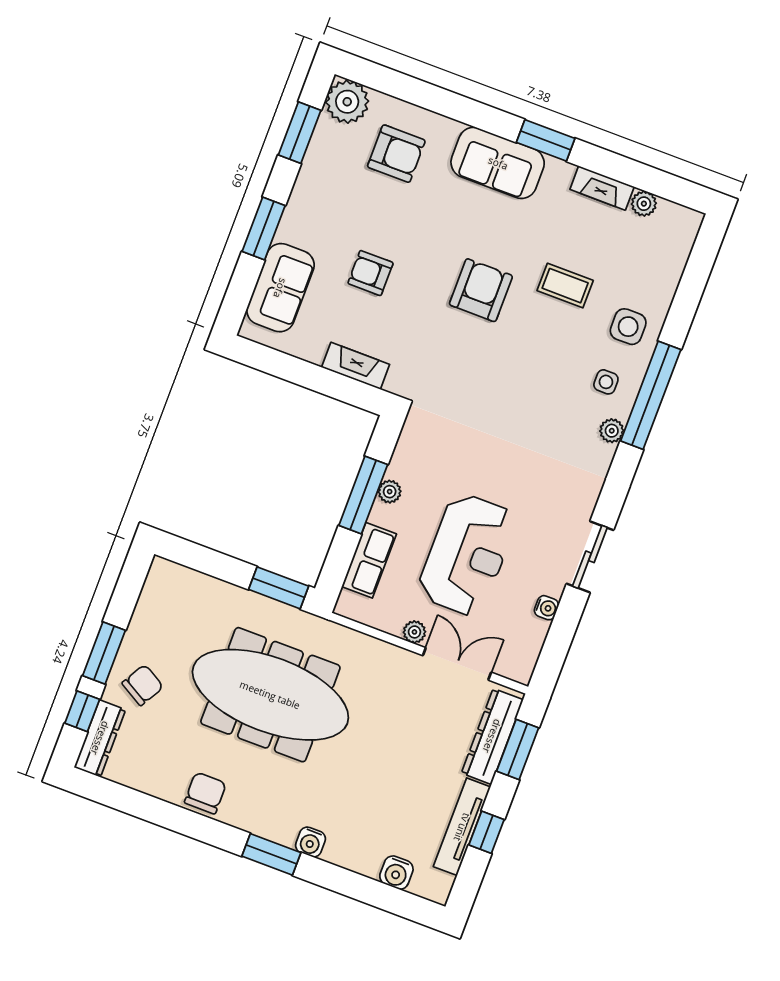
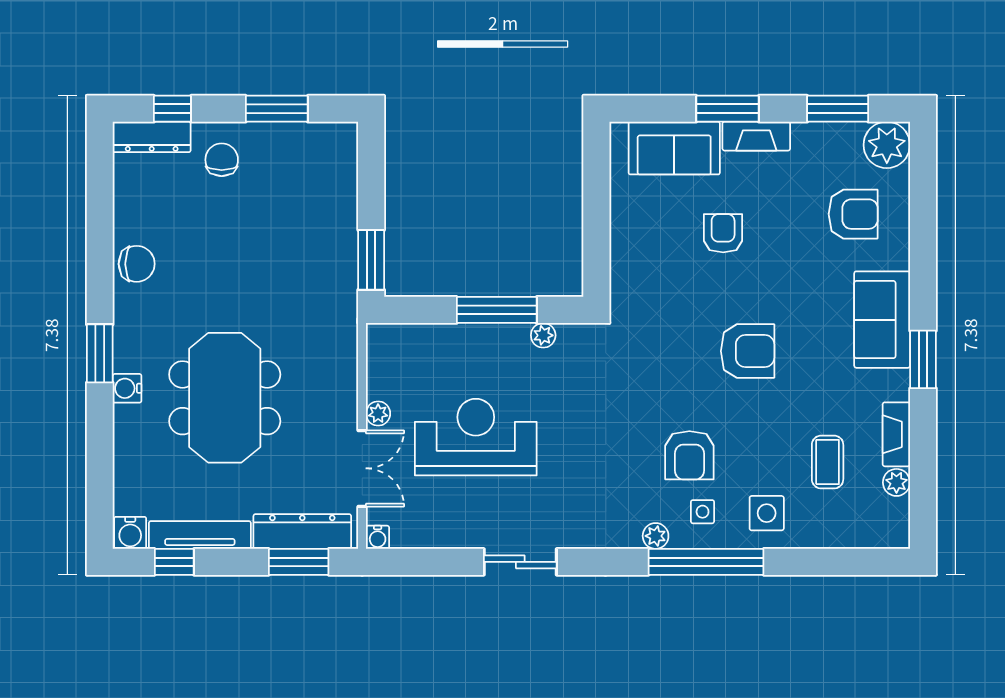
armchair: (396, 154) -> (853, 214), turned -90
coffee table: (565, 286) -> (828, 462), moved
fireplace: (356, 366) -> (756, 136), moved, turned 90
armchair: (553, 375) -> (689, 455), added
plant: (390, 492) -> (543, 335), moved
reception desk: (467, 555) -> (476, 437), turned 180
row of seats: (369, 560) -> (433, 341), removed
water cooler: (546, 608) -> (378, 537), moved
window: (104, 653) -> (277, 109), moved
chair: (143, 685) -> (222, 160), turned -120
meeting table: (270, 695) -> (225, 398), moved, width x0.73
window: (486, 832) -> (174, 562), moved
water cooler: (396, 873) -> (130, 533), moved, turned -90

